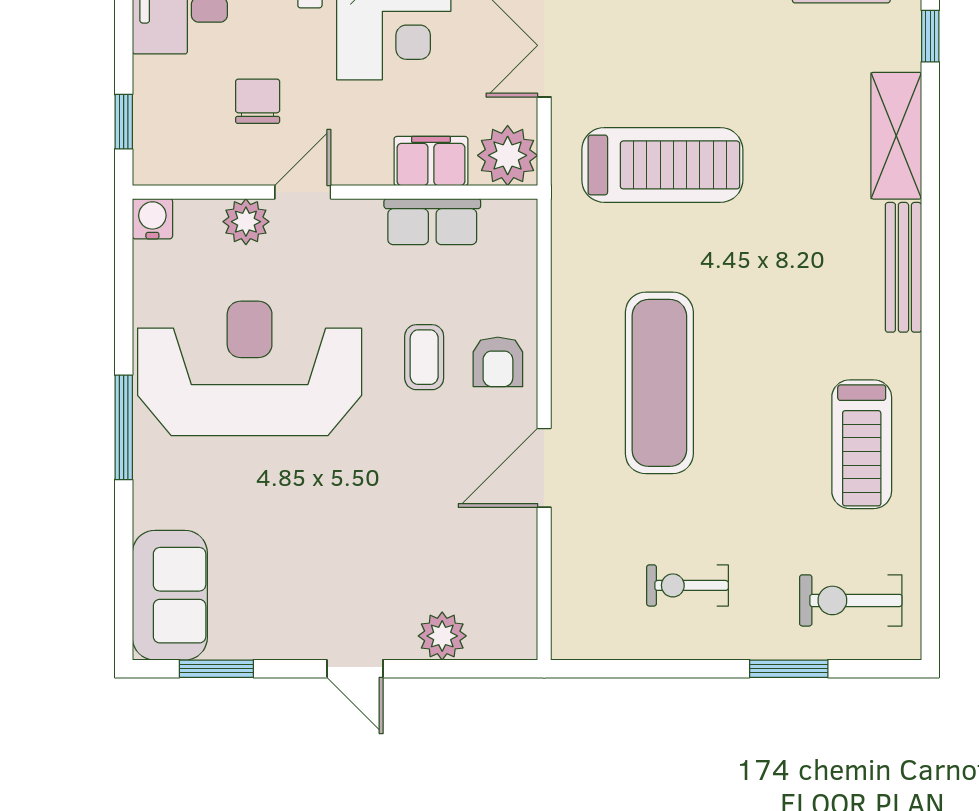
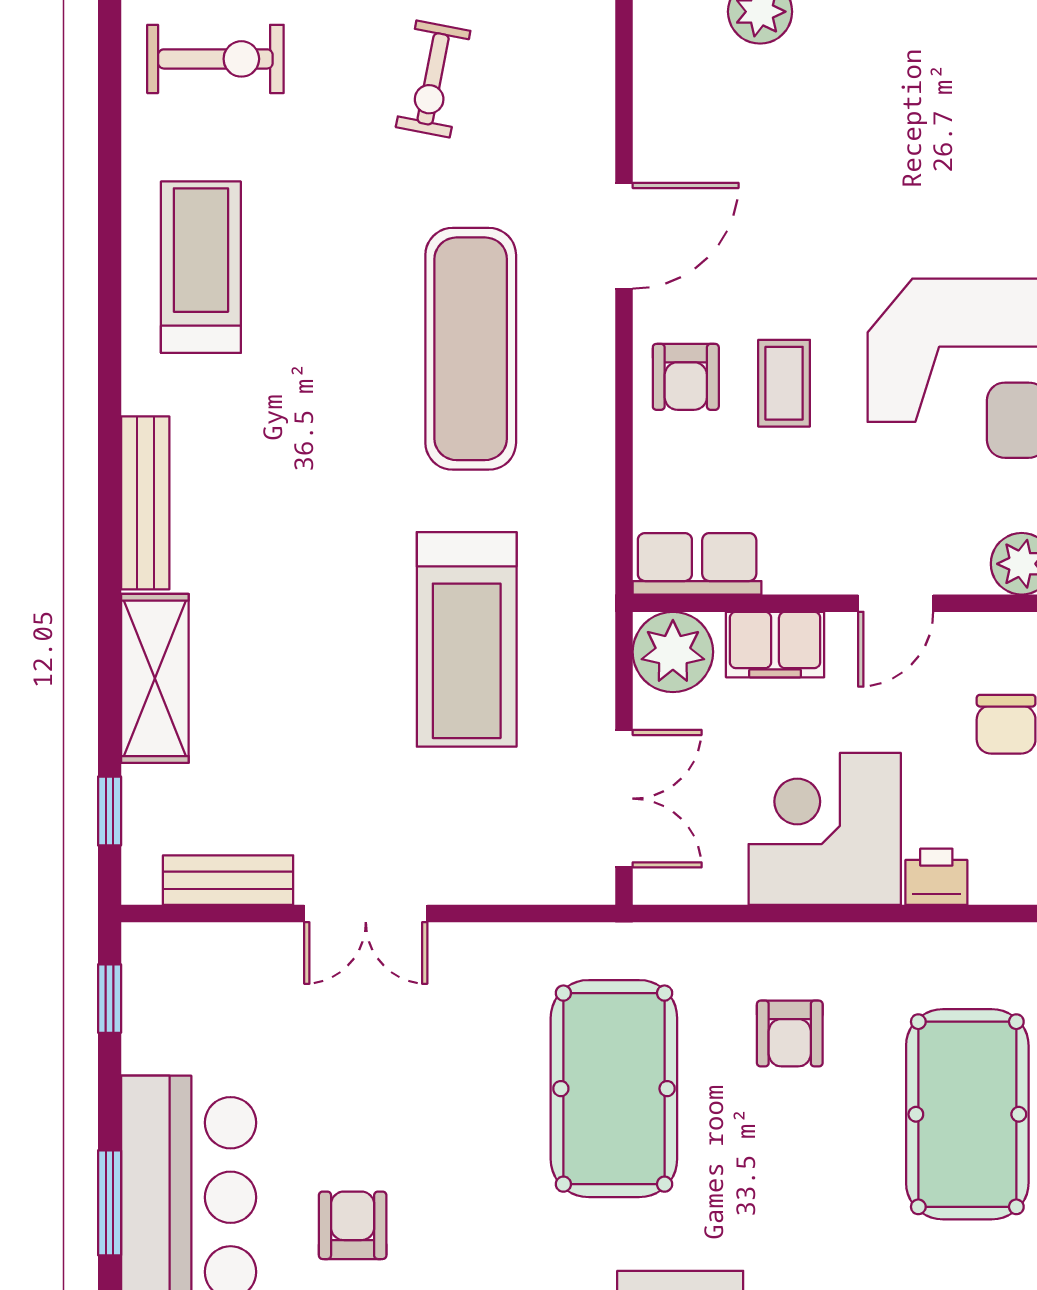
treadmill: (662, 165) -> (467, 639), turned -90
door: (303, 192) -> (896, 603), moved
row of seats: (432, 222) -> (697, 564), moved
armchair: (498, 362) -> (686, 377), turned 180
exercise bike: (688, 585) -> (433, 79), turned 101

